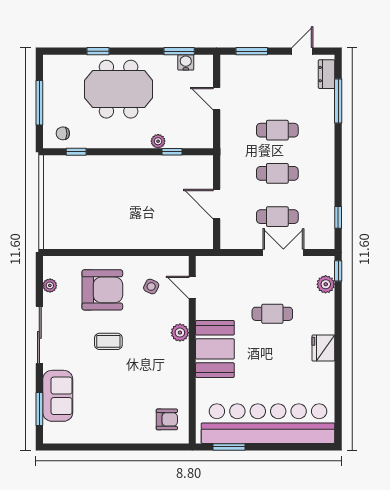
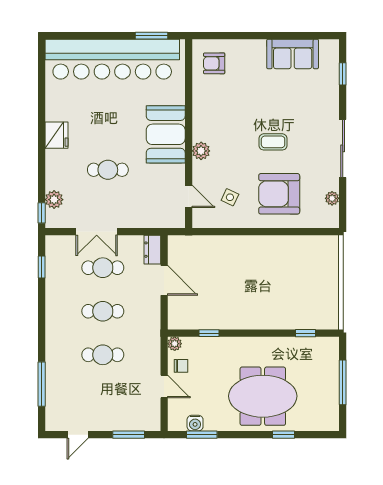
dresser: (327, 74) -> (152, 250), moved, turned 180
chair: (63, 133) -> (181, 366), moved
plant: (158, 141) -> (175, 344), moved
sofa: (58, 396) -> (293, 54), moved, turned -90
window: (39, 409) -> (343, 74), width x0.67

